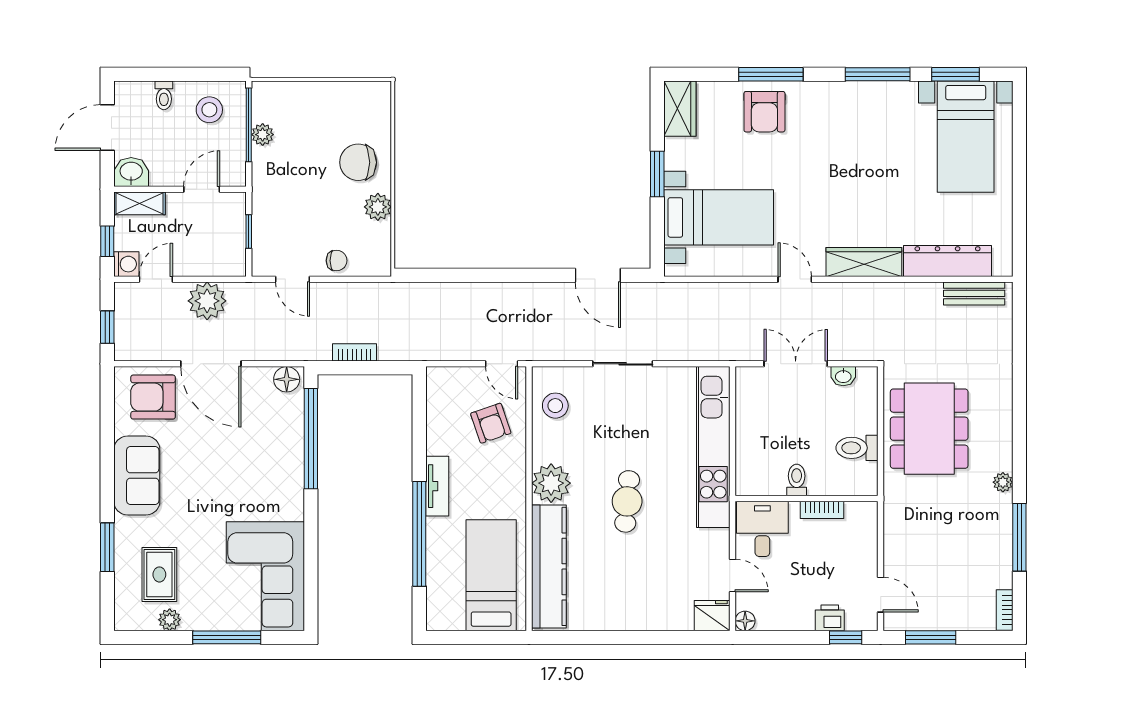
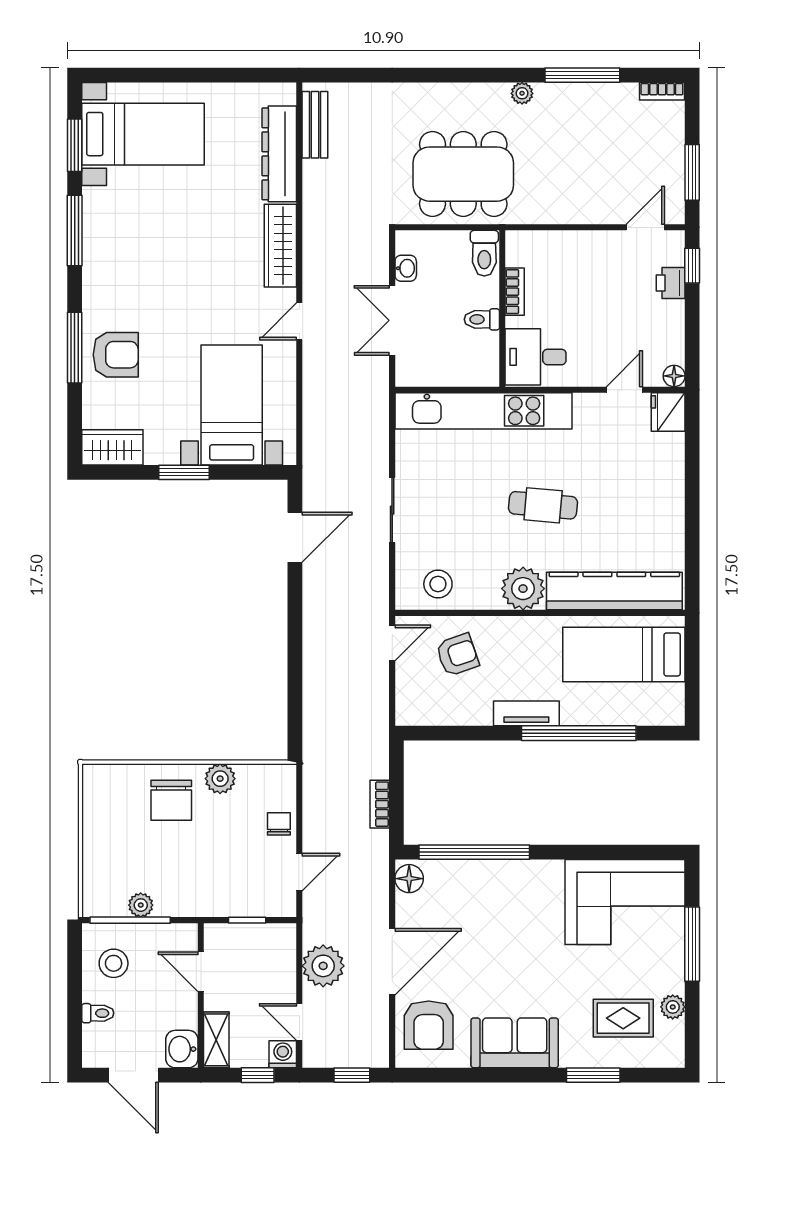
toilet: (797, 480) -> (482, 319), moved
wall: (807, 499) -> (502, 308), moved
bookcase: (822, 510) -> (515, 292), moved
desk: (762, 529) -> (536, 357), moved

